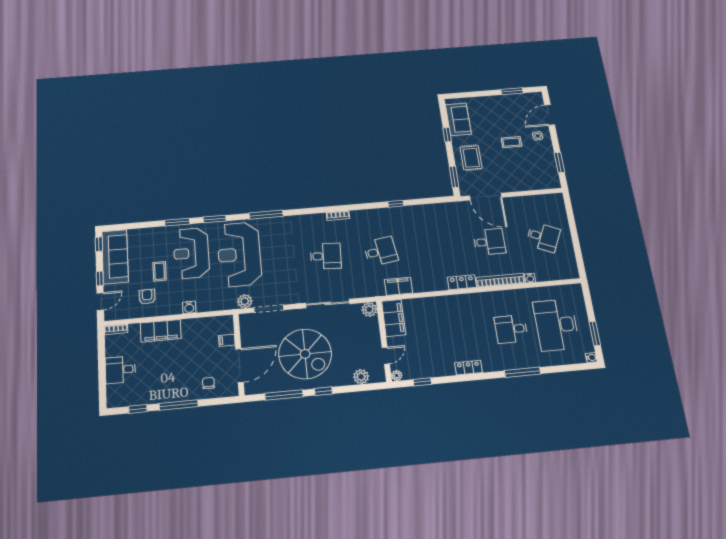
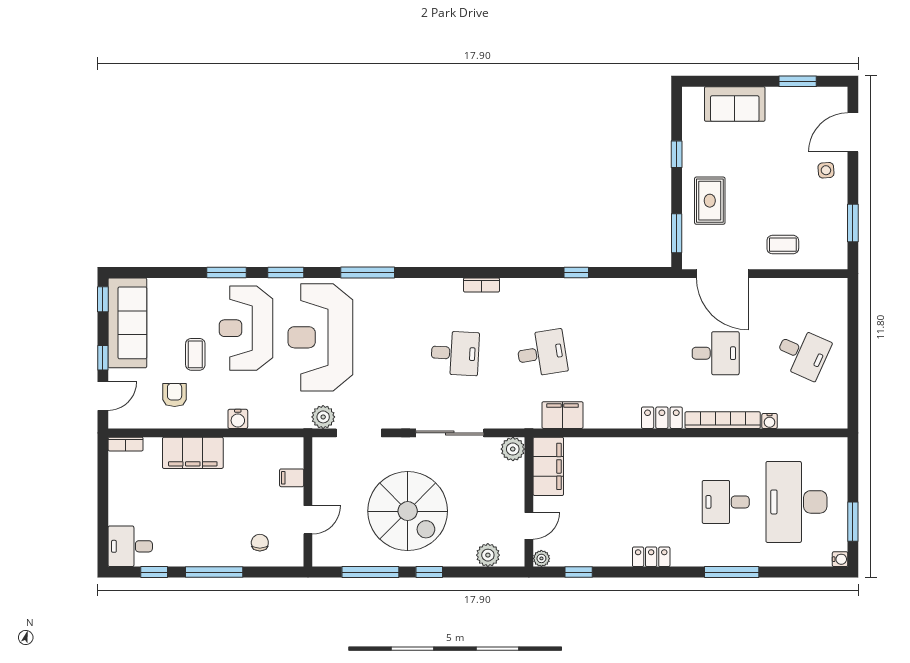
sofa: (458, 119) -> (735, 104), moved, turned 90
coffee table: (511, 142) -> (783, 245), moved
door: (240, 366) -> (308, 520), width x0.53
desk: (120, 370) -> (130, 546), moved

